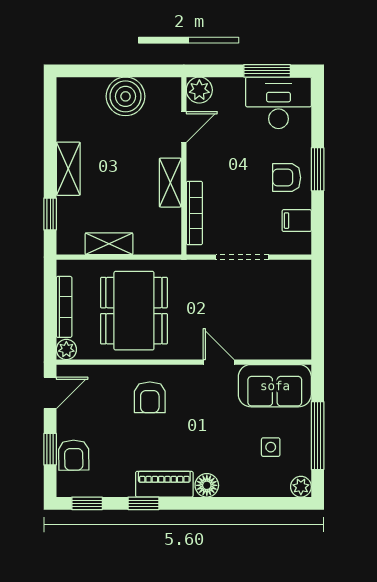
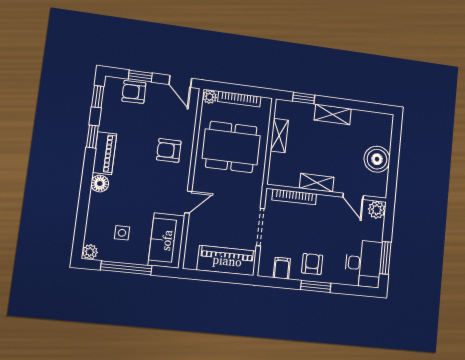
piano: (294, 300) -> (227, 261), added

